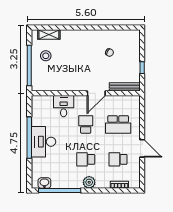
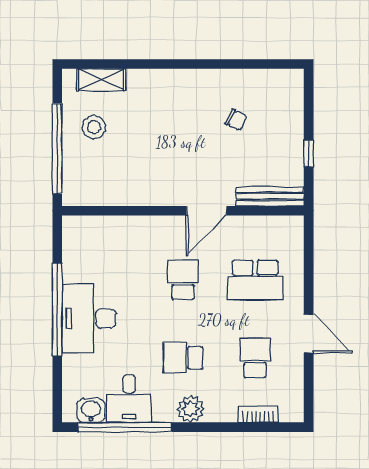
desk: (64, 106) -> (129, 399), moved, turned 180
school desk: (118, 159) -> (255, 358), turned 90

